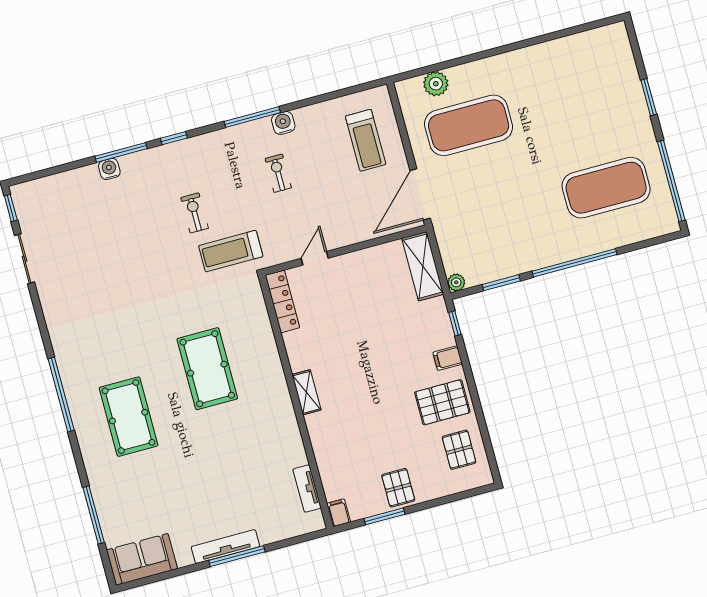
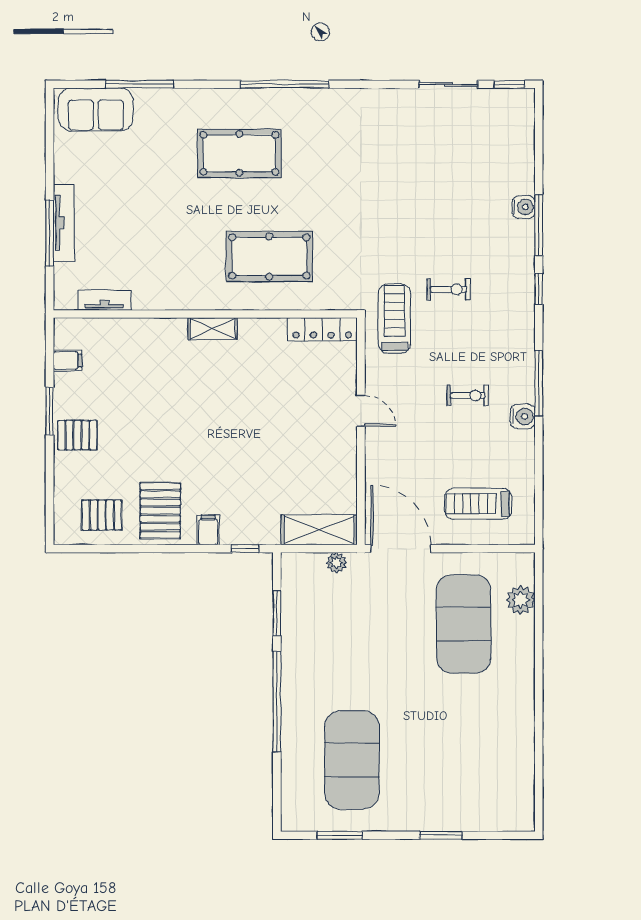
window: (671, 181) -> (340, 835), width x0.47
plant: (456, 282) -> (336, 563), moved
locker: (282, 301) -> (322, 329), moved
shelving: (306, 392) -> (213, 329), moved
wall: (296, 402) -> (205, 314), moved
tv unit: (307, 488) -> (104, 300), moved
sofa: (142, 559) -> (96, 109), moved, turned 90

